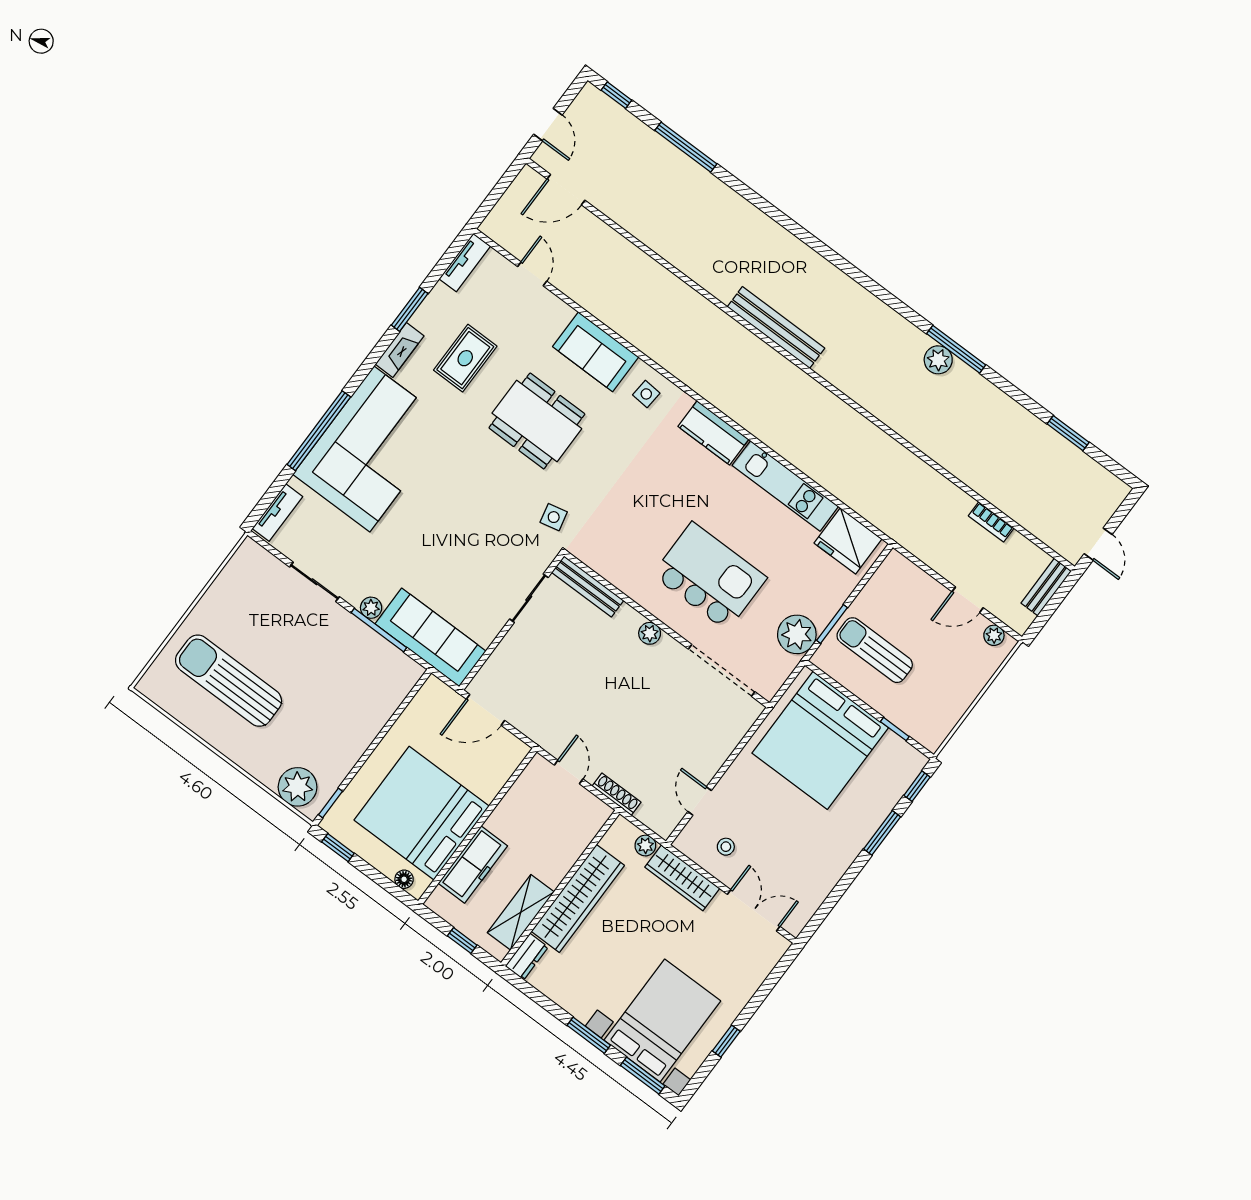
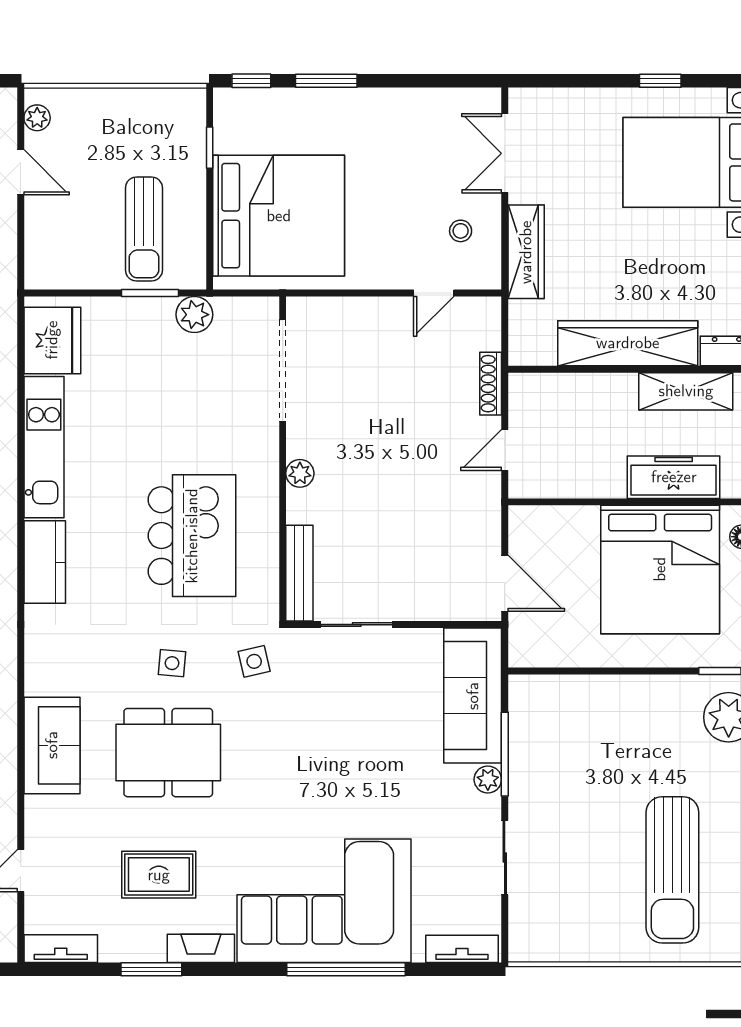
side table: (646, 394) -> (172, 663), moved
dining table: (537, 421) -> (168, 753), turned 90
kitchen island: (710, 576) -> (192, 536), moved, turned 180
plant: (797, 634) -> (194, 315), width x0.73, depth x0.73
plant: (645, 846) -> (521, 314), removed

